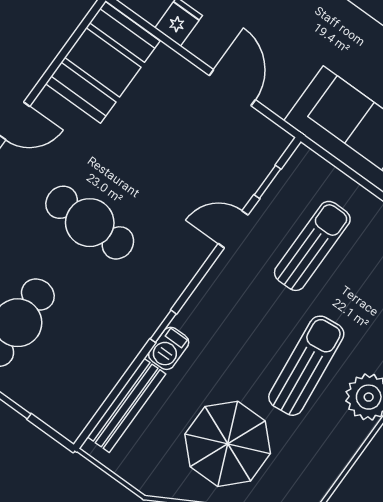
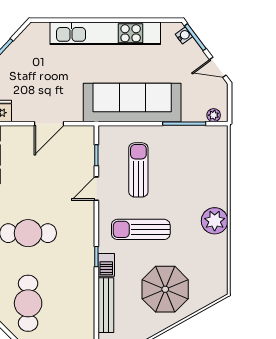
door: (232, 88) -> (49, 124), swing flipped
sun lounger: (306, 366) -> (141, 229), moved, turned -84

